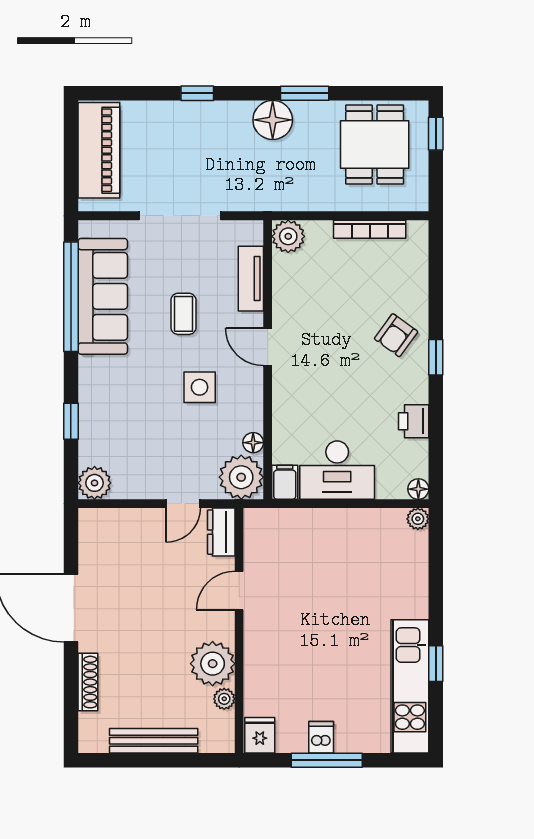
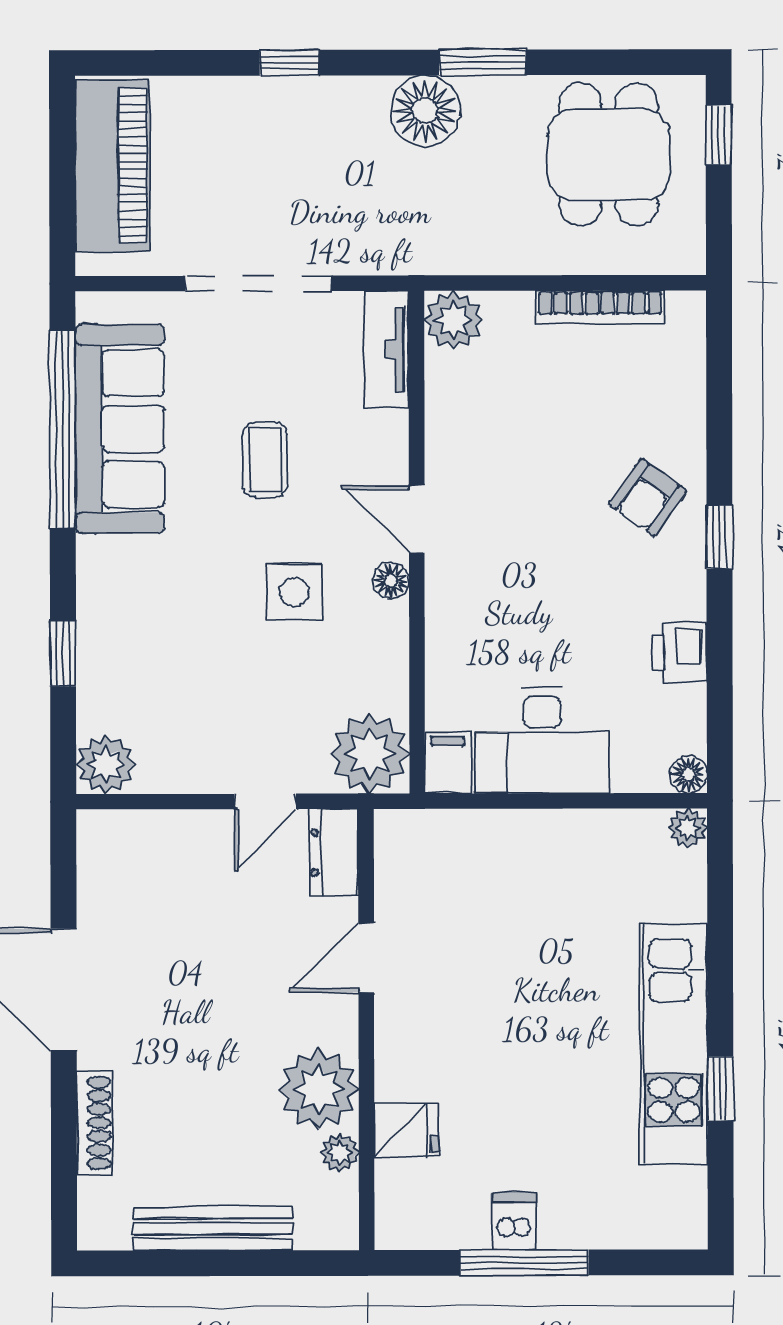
tv unit: (251, 279) -> (386, 349), moved
floor lamp: (253, 443) -> (391, 581), moved
kitchen unit: (410, 686) -> (674, 1045), moved
fridge: (260, 735) -> (406, 1130), moved, turned 90

